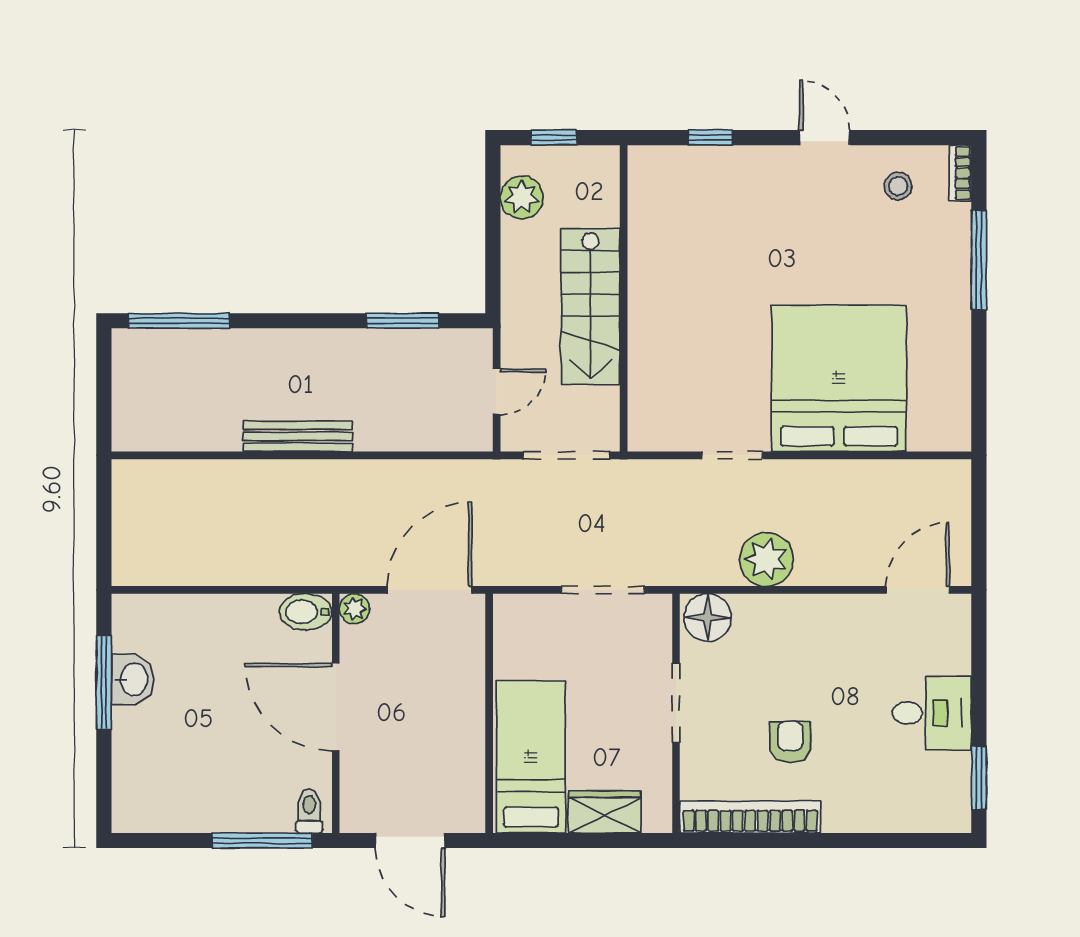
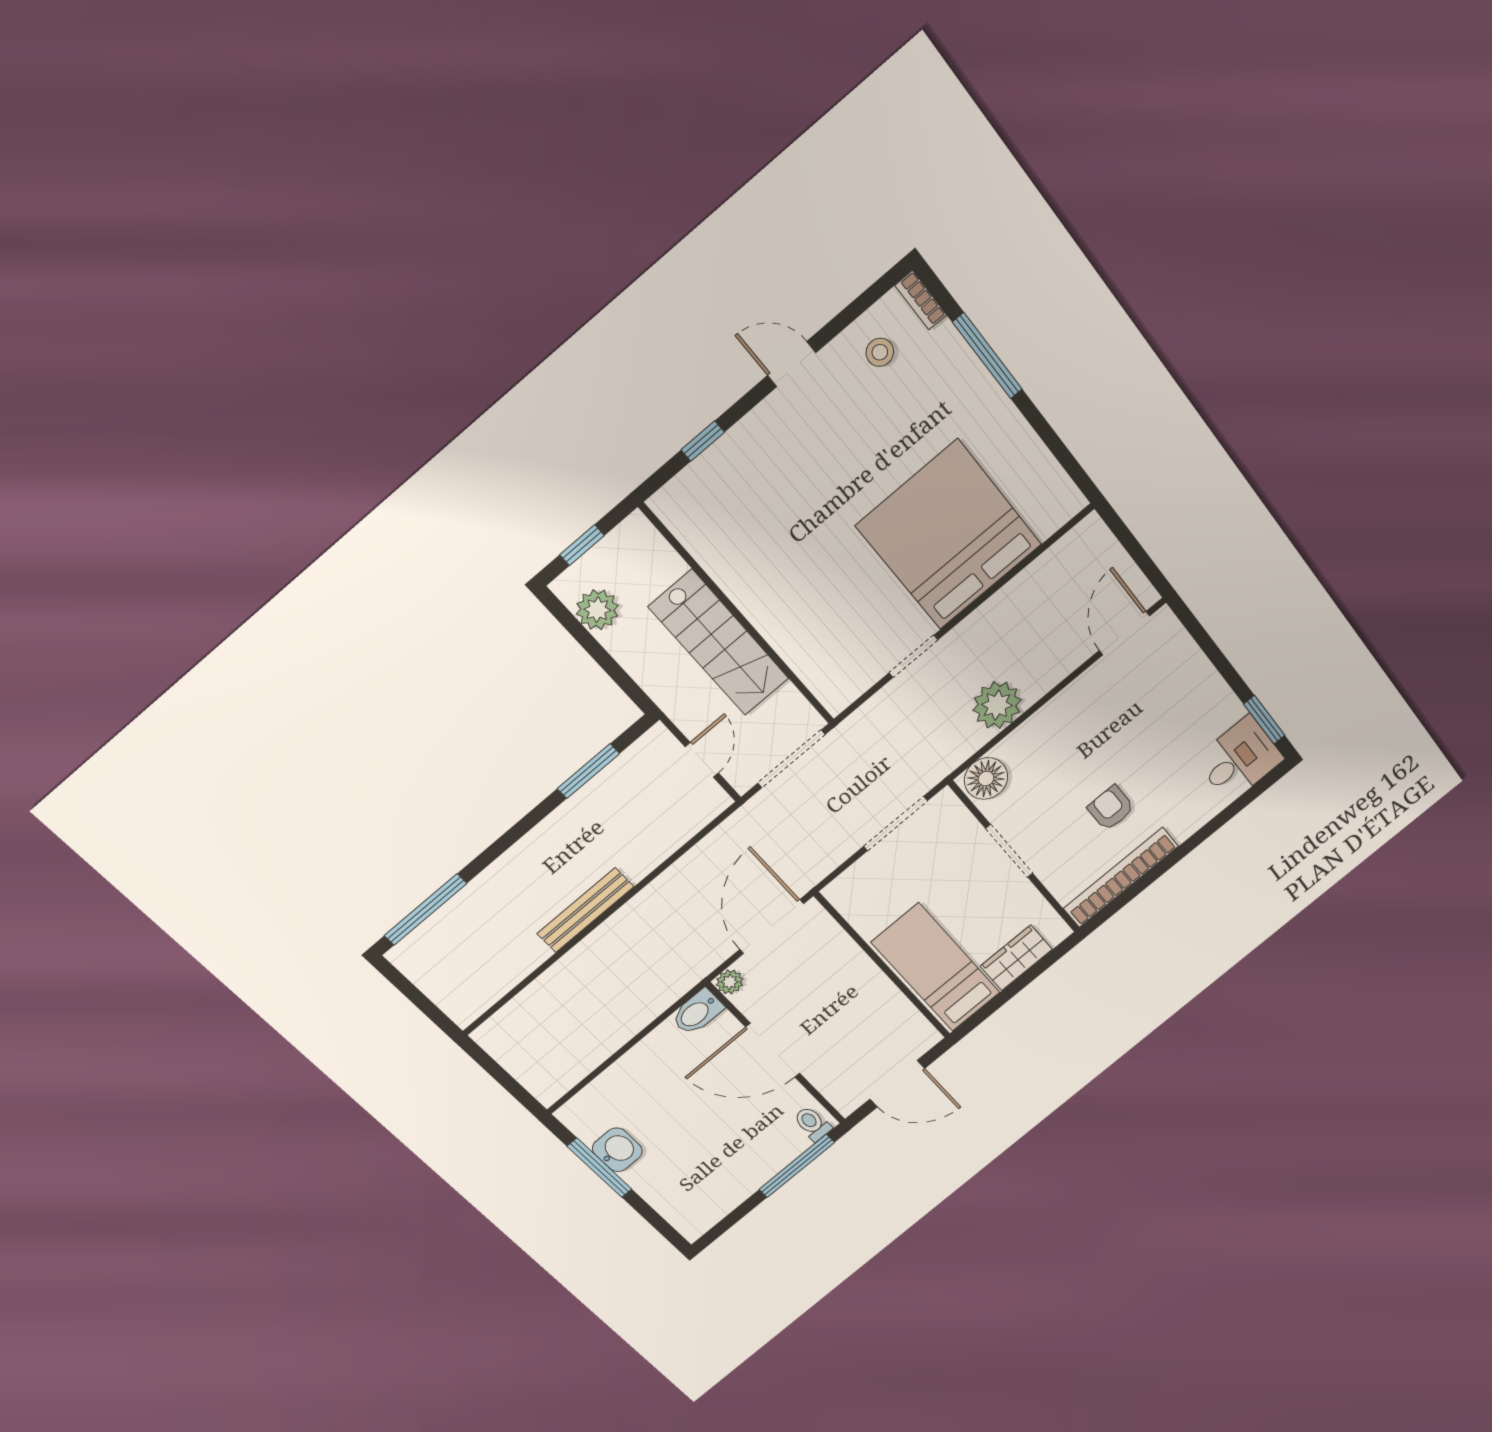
desk: (932, 713) -> (1239, 759), moved

